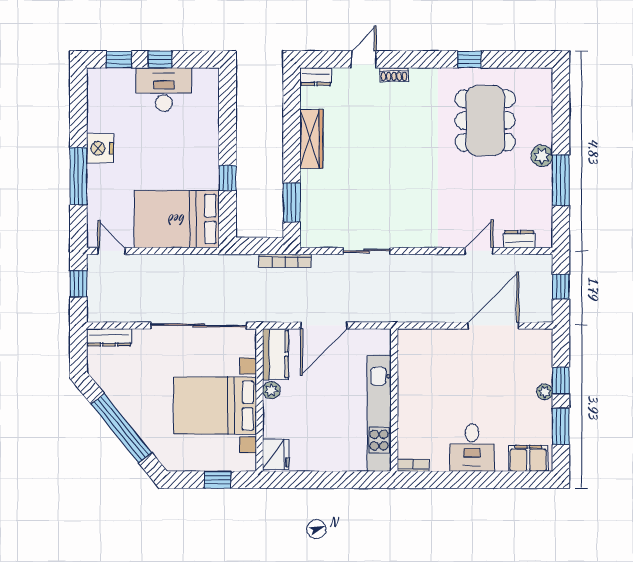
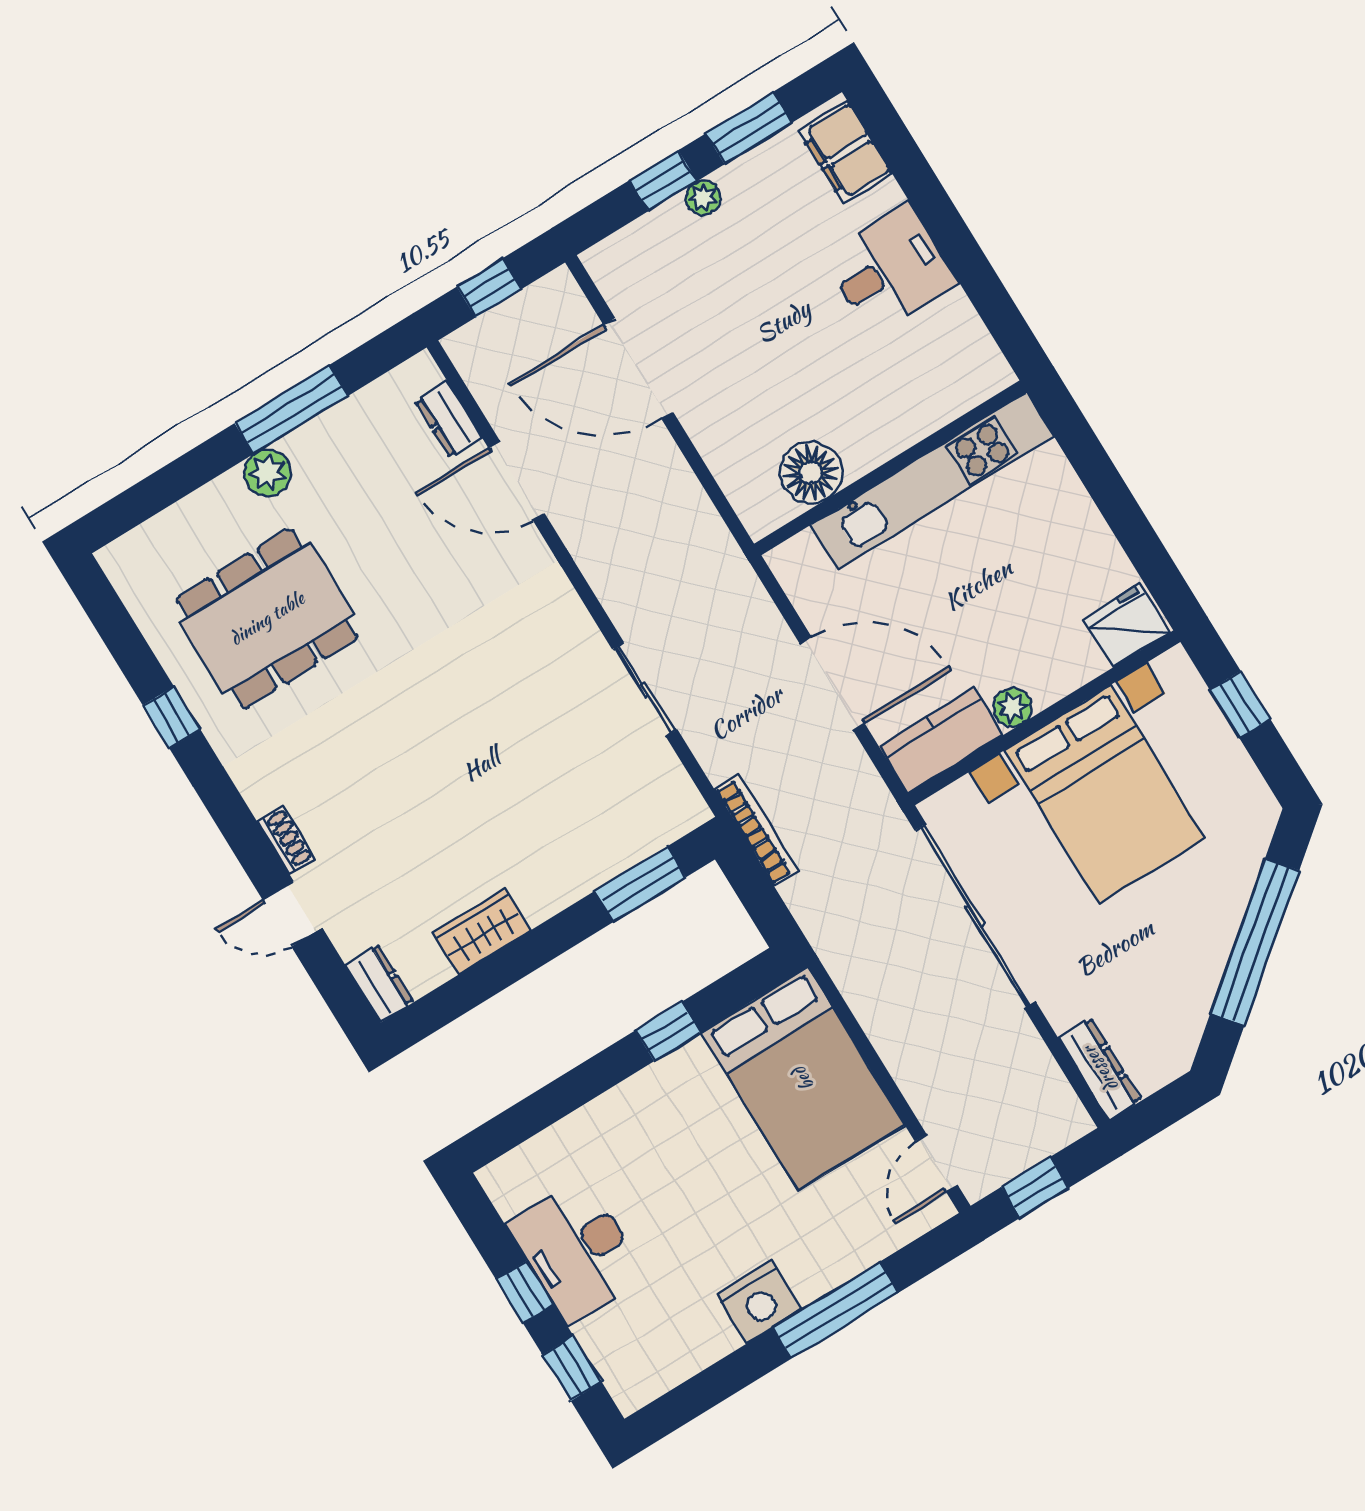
wardrobe: (311, 139) -> (482, 931), width x0.67
door: (479, 251) -> (516, 481), width x1.38
floor lamp: (411, 368) -> (811, 472), added
bookcase: (413, 465) -> (990, 359), removed

